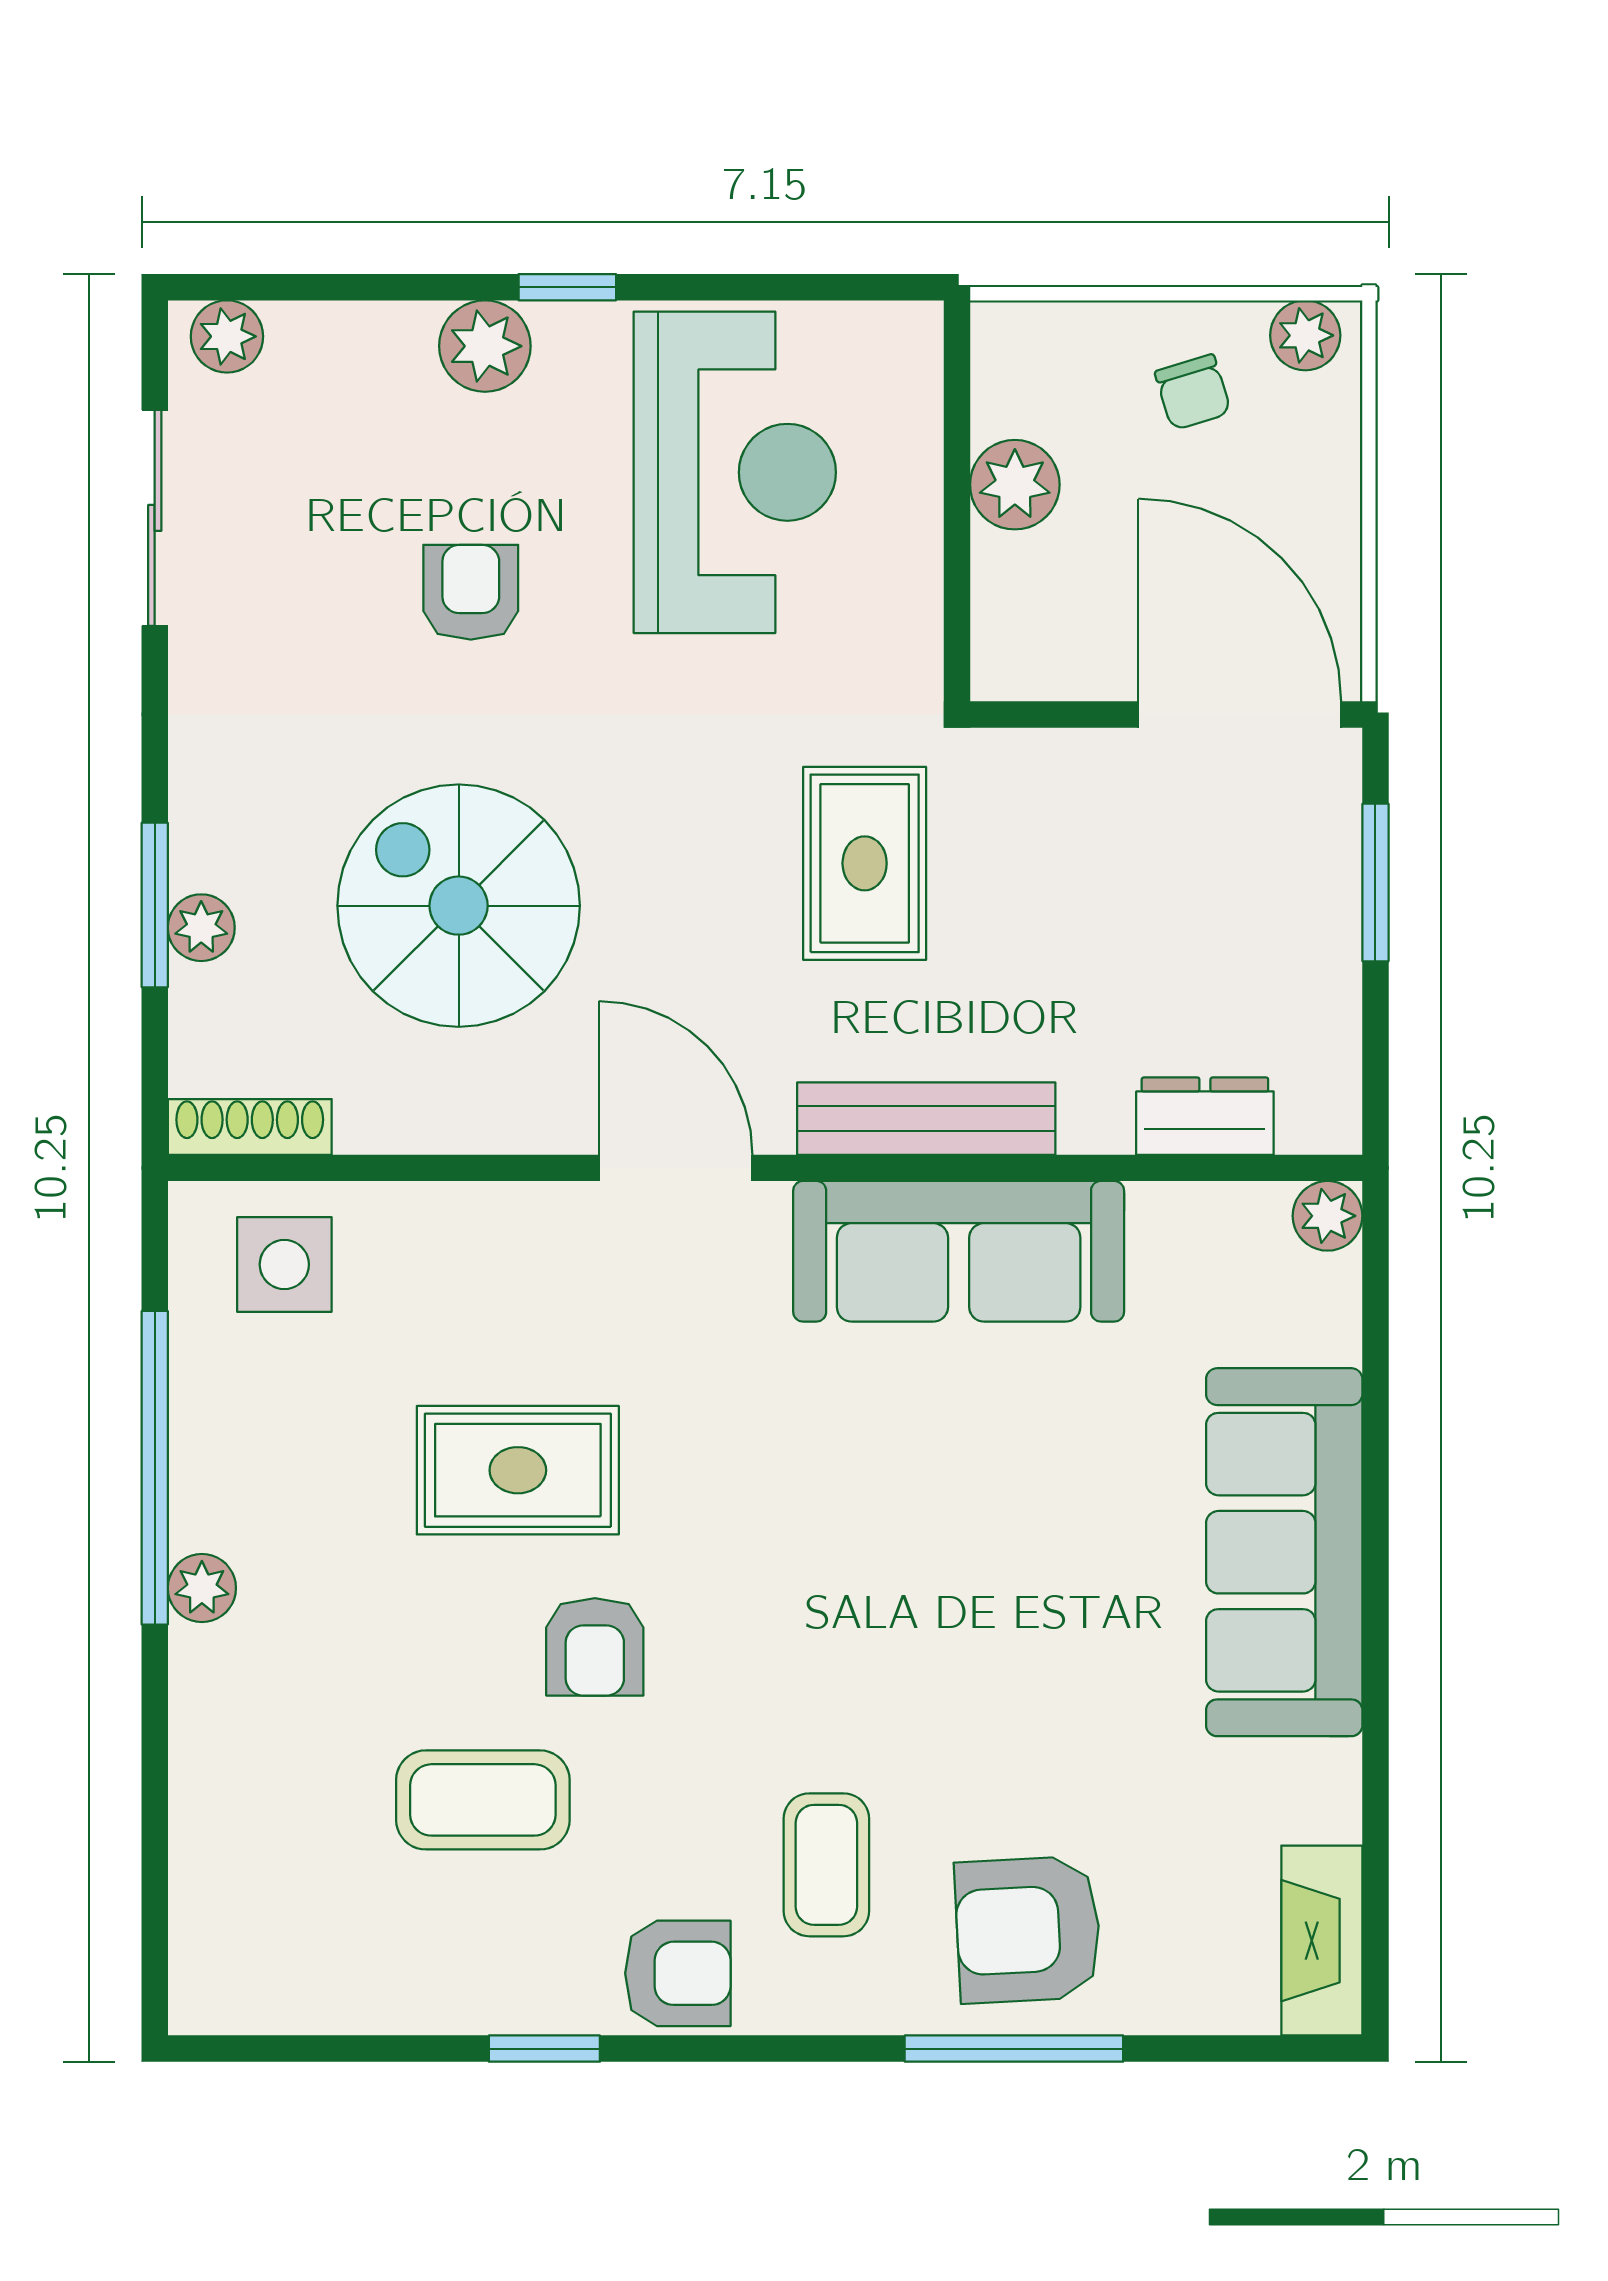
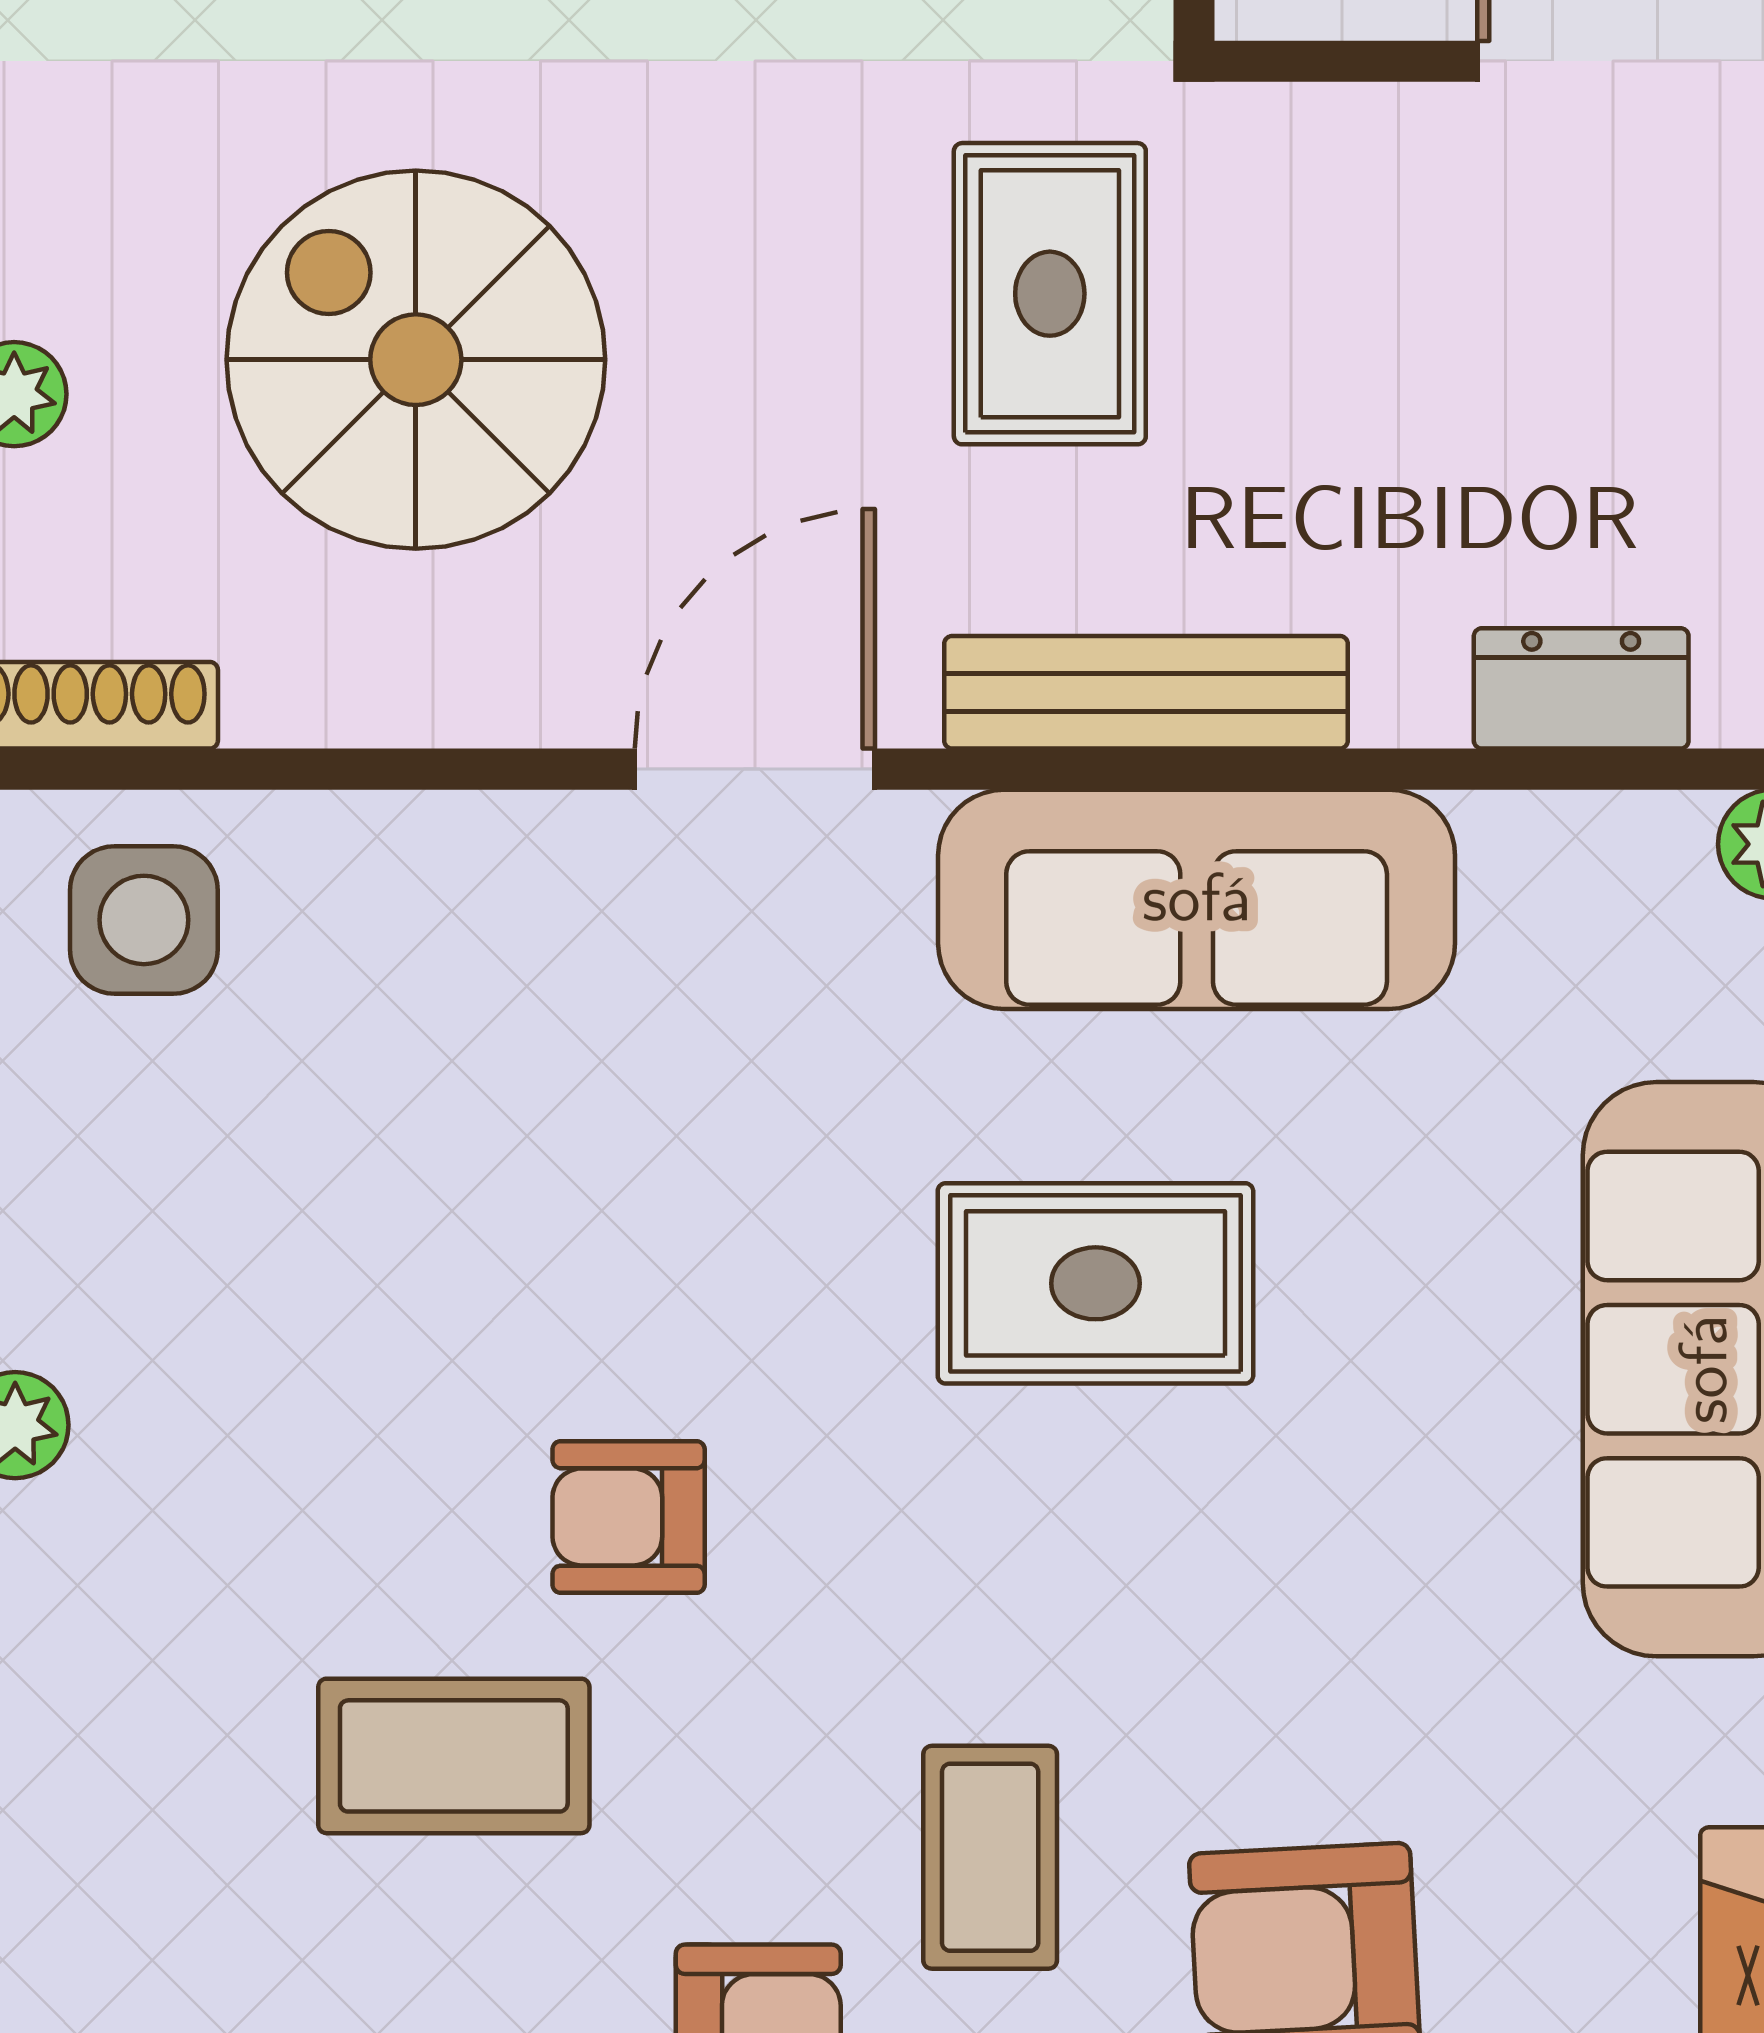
door: (676, 1168) -> (755, 769), hinge flipped
rug: (518, 1470) -> (1095, 1283), moved
armchair: (595, 1647) -> (629, 1517), turned 90

